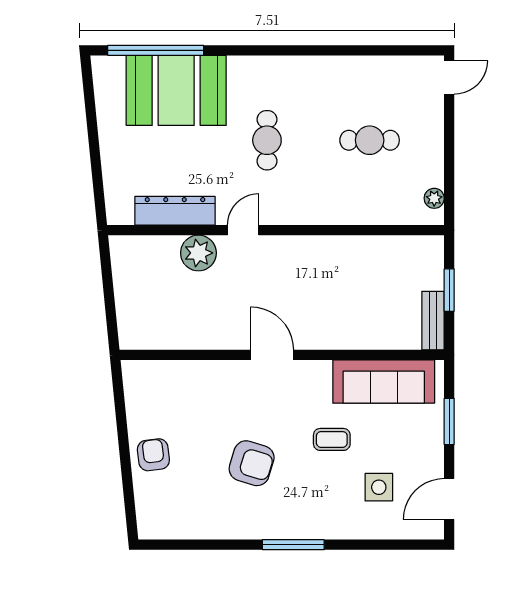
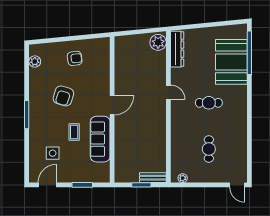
dresser: (175, 211) -> (177, 49), moved
plant: (198, 253) -> (158, 42), moved
bench: (433, 321) -> (153, 178), moved
sofa: (384, 382) -> (100, 139), moved
armchair: (153, 455) -> (75, 58), moved
door: (449, 499) -> (47, 185), hinge flipped
plant: (175, 527) -> (35, 62), added

